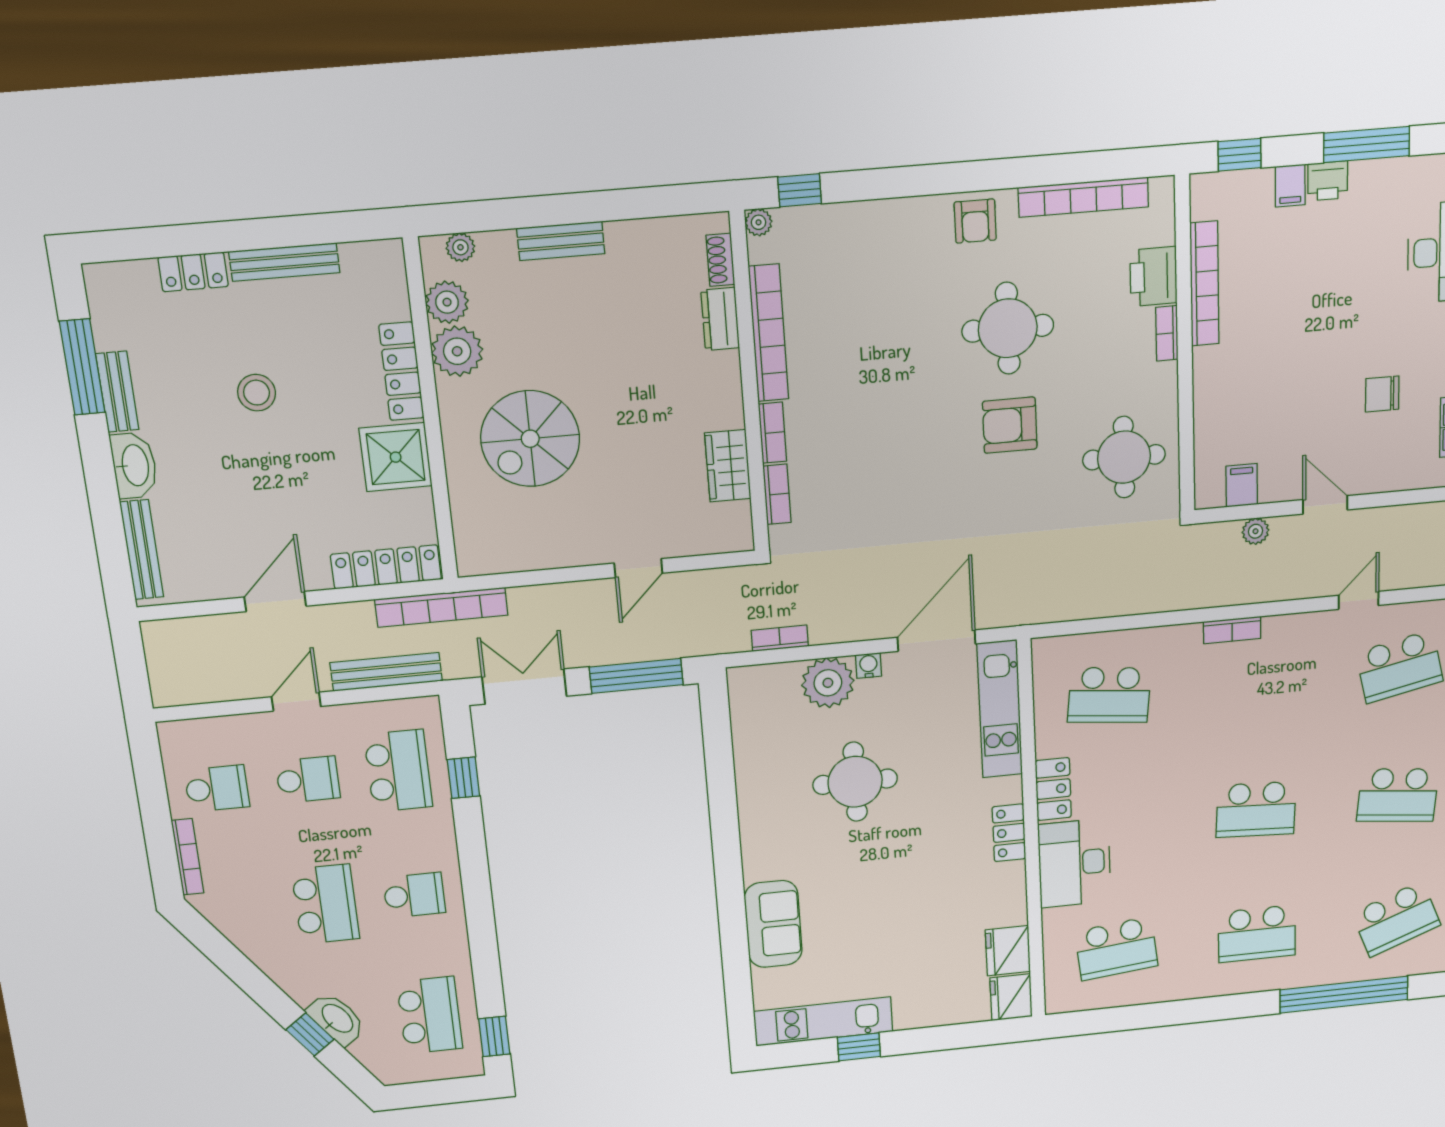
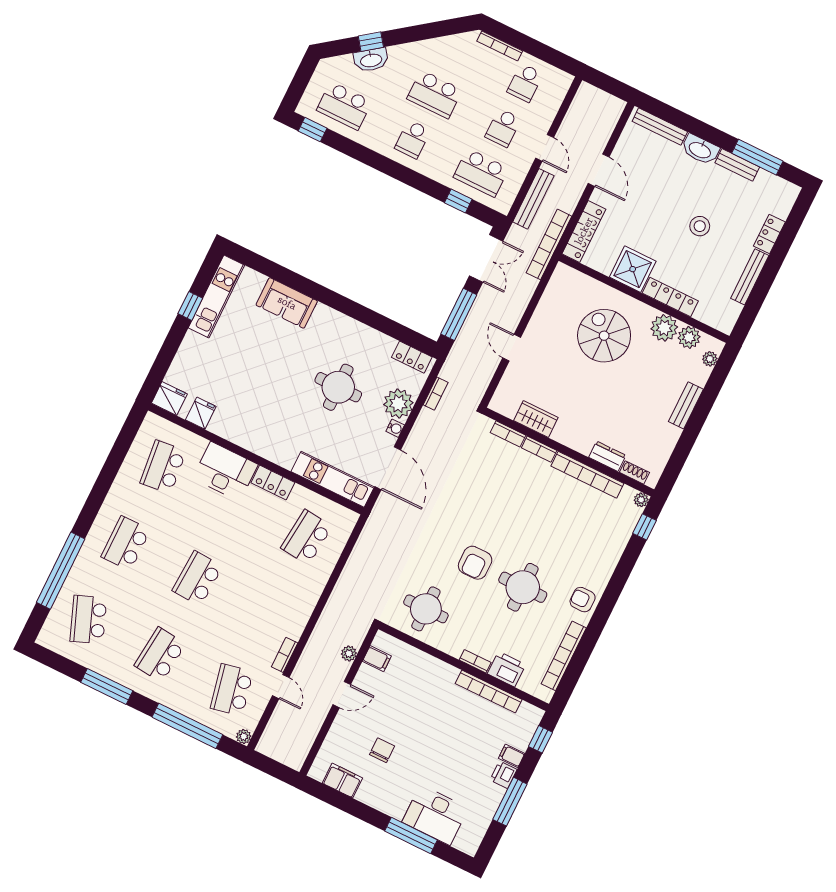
armchair: (1010, 425) -> (475, 563), turned 180
bookcase: (1232, 630) -> (285, 655), moved
locker: (1009, 833) -> (412, 357), moved, turned 180
fridge: (1008, 951) -> (201, 413), width x0.72

